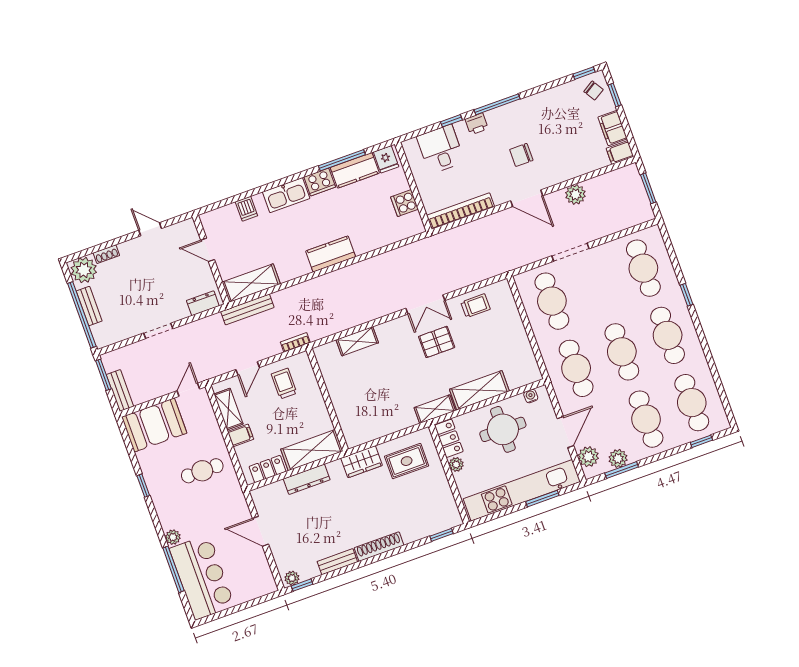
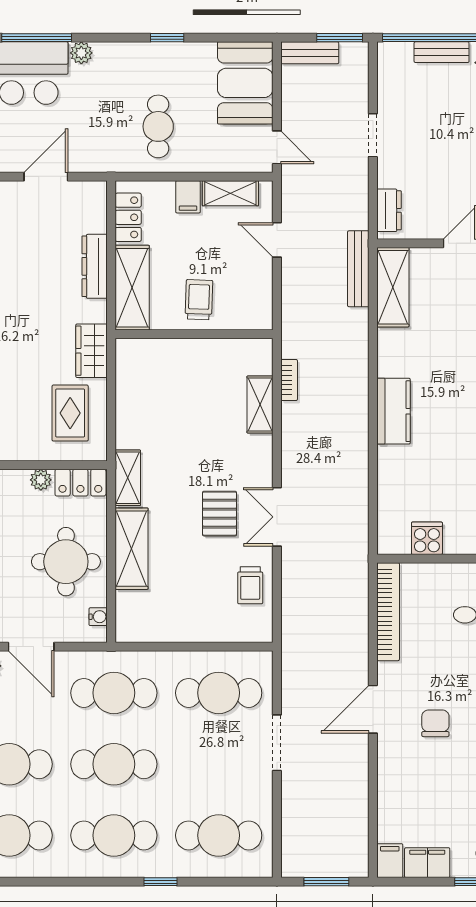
plant: (575, 194) -> (354, 778), removed
bookcase: (295, 342) -> (289, 380), moved
trolley: (284, 384) -> (199, 300), moved, turned -88

